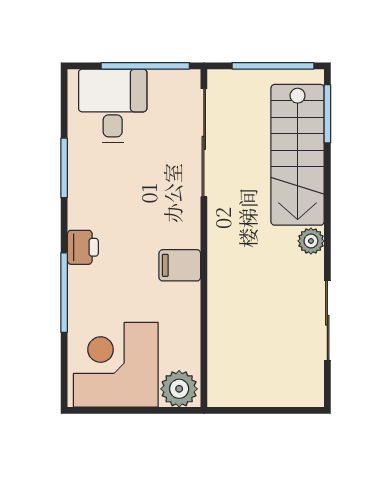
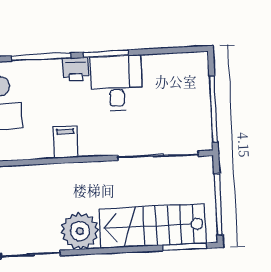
desk: (113, 106) -> (117, 83), moved, turned -90
window: (64, 168) -> (106, 54), moved
plant: (311, 241) -> (80, 231), width x1.88, depth x1.88

